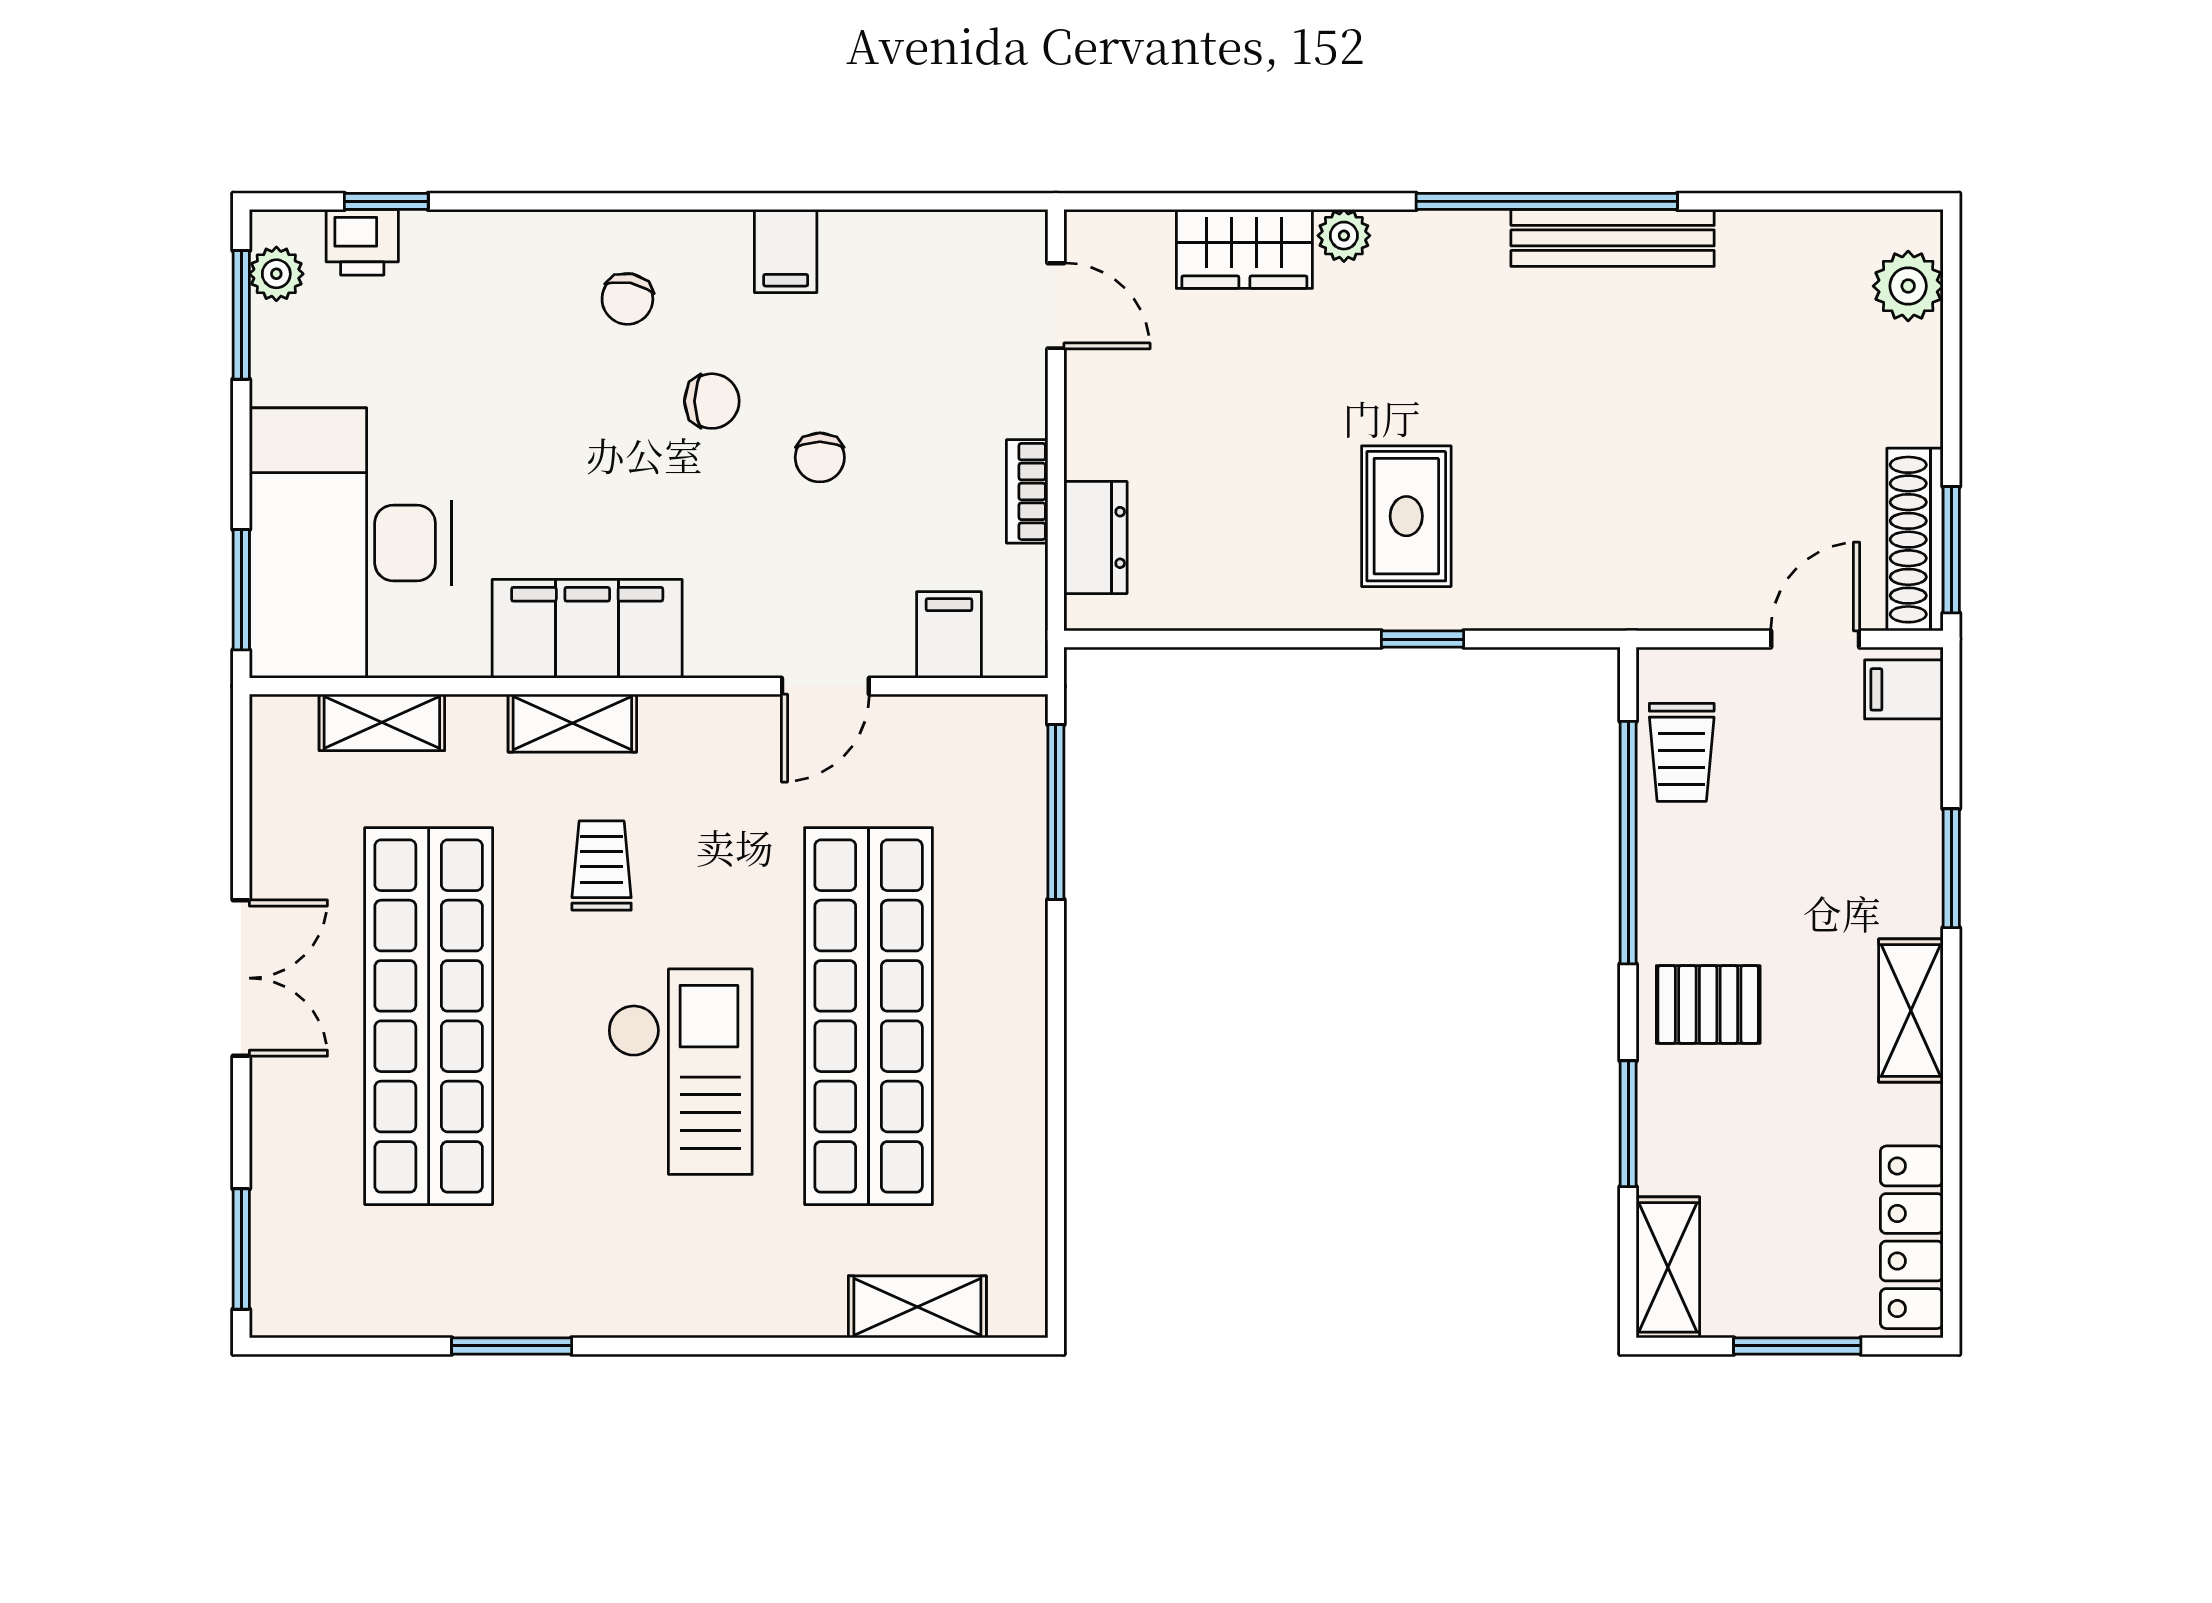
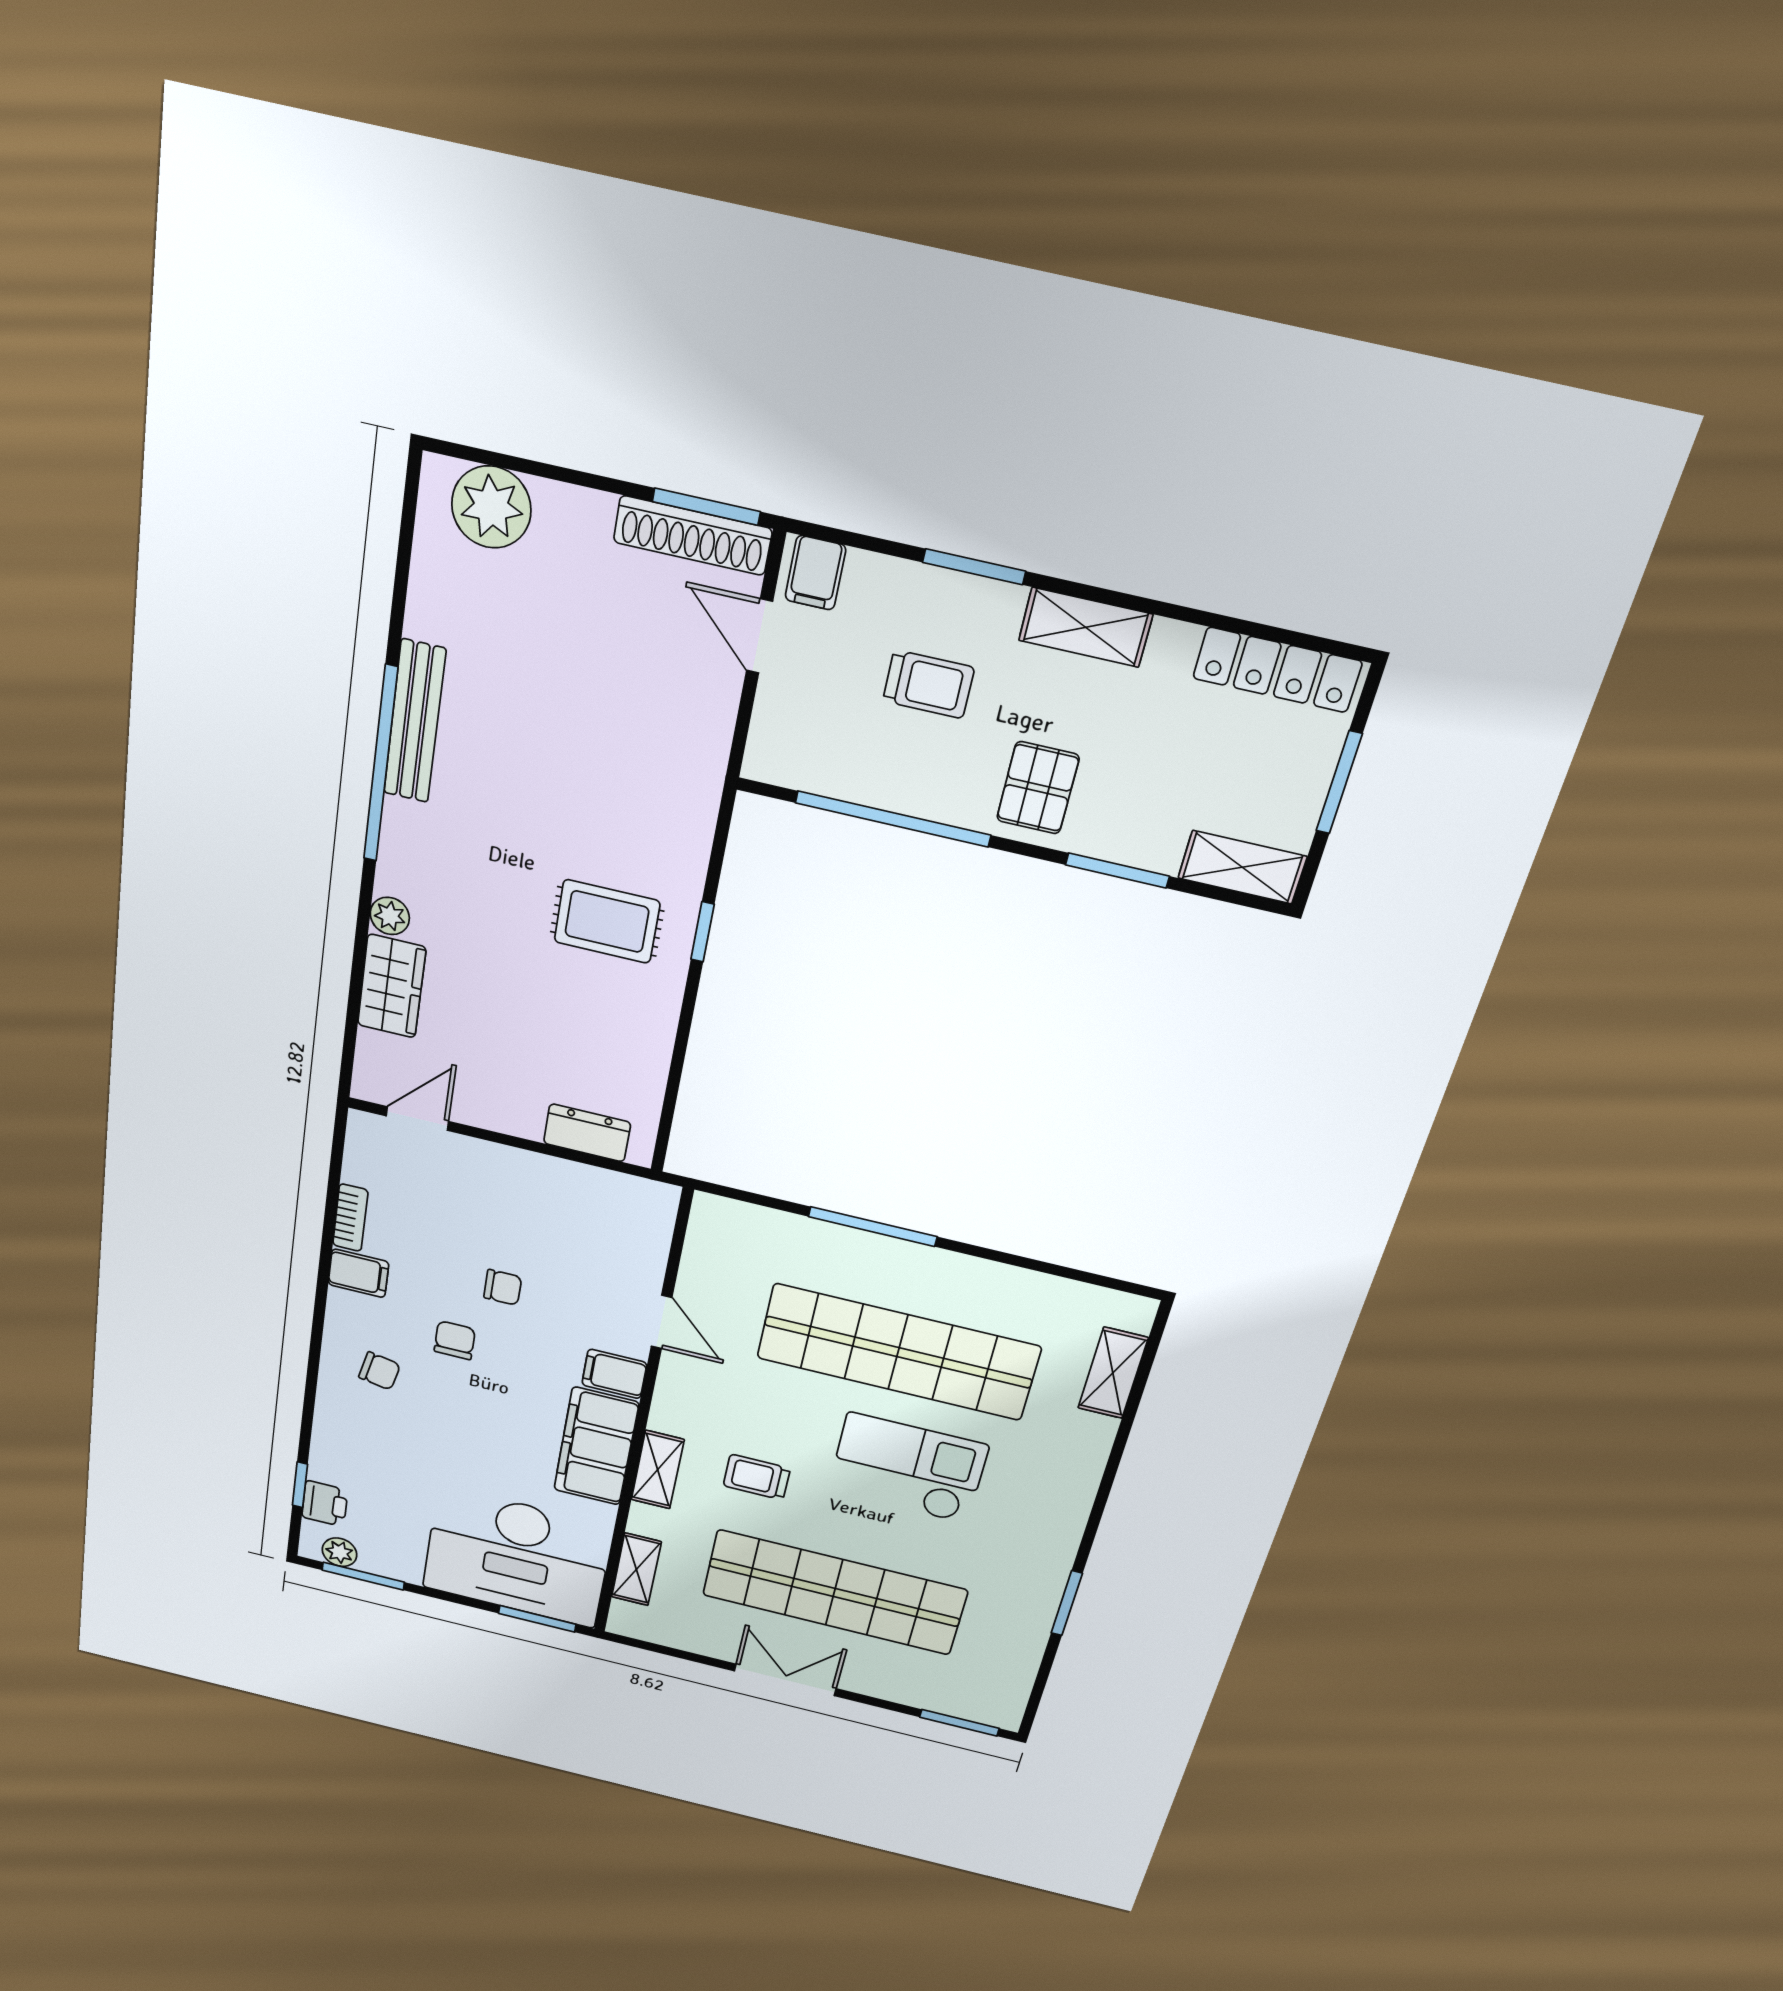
plant: (1908, 286) -> (491, 507), width x1.36, depth x1.36
bookcase: (1027, 491) -> (350, 1218), moved, turned -90
filing cabinet: (949, 635) -> (614, 1374), moved
trolley: (1682, 752) -> (929, 684), moved
window: (1056, 812) -> (873, 1227), moved

